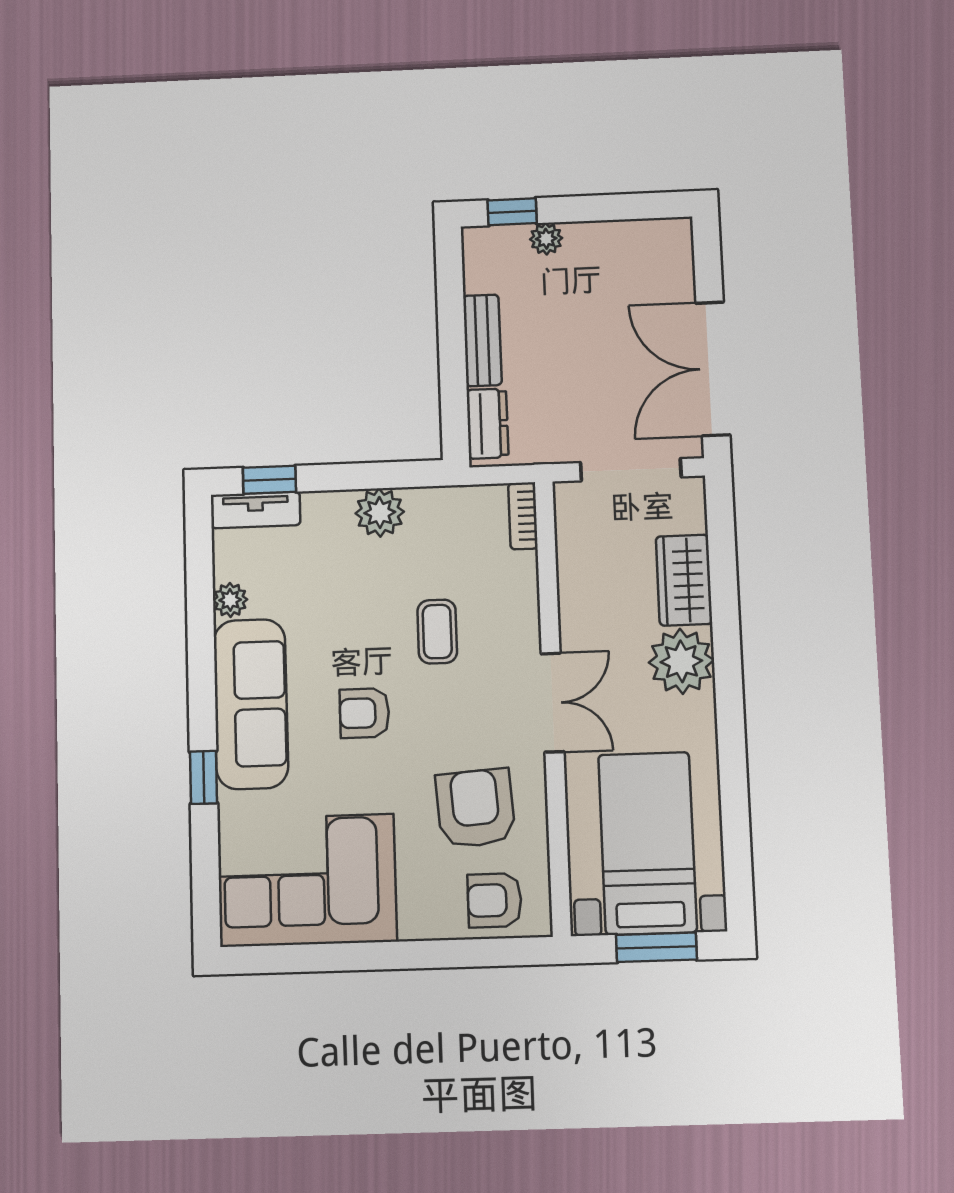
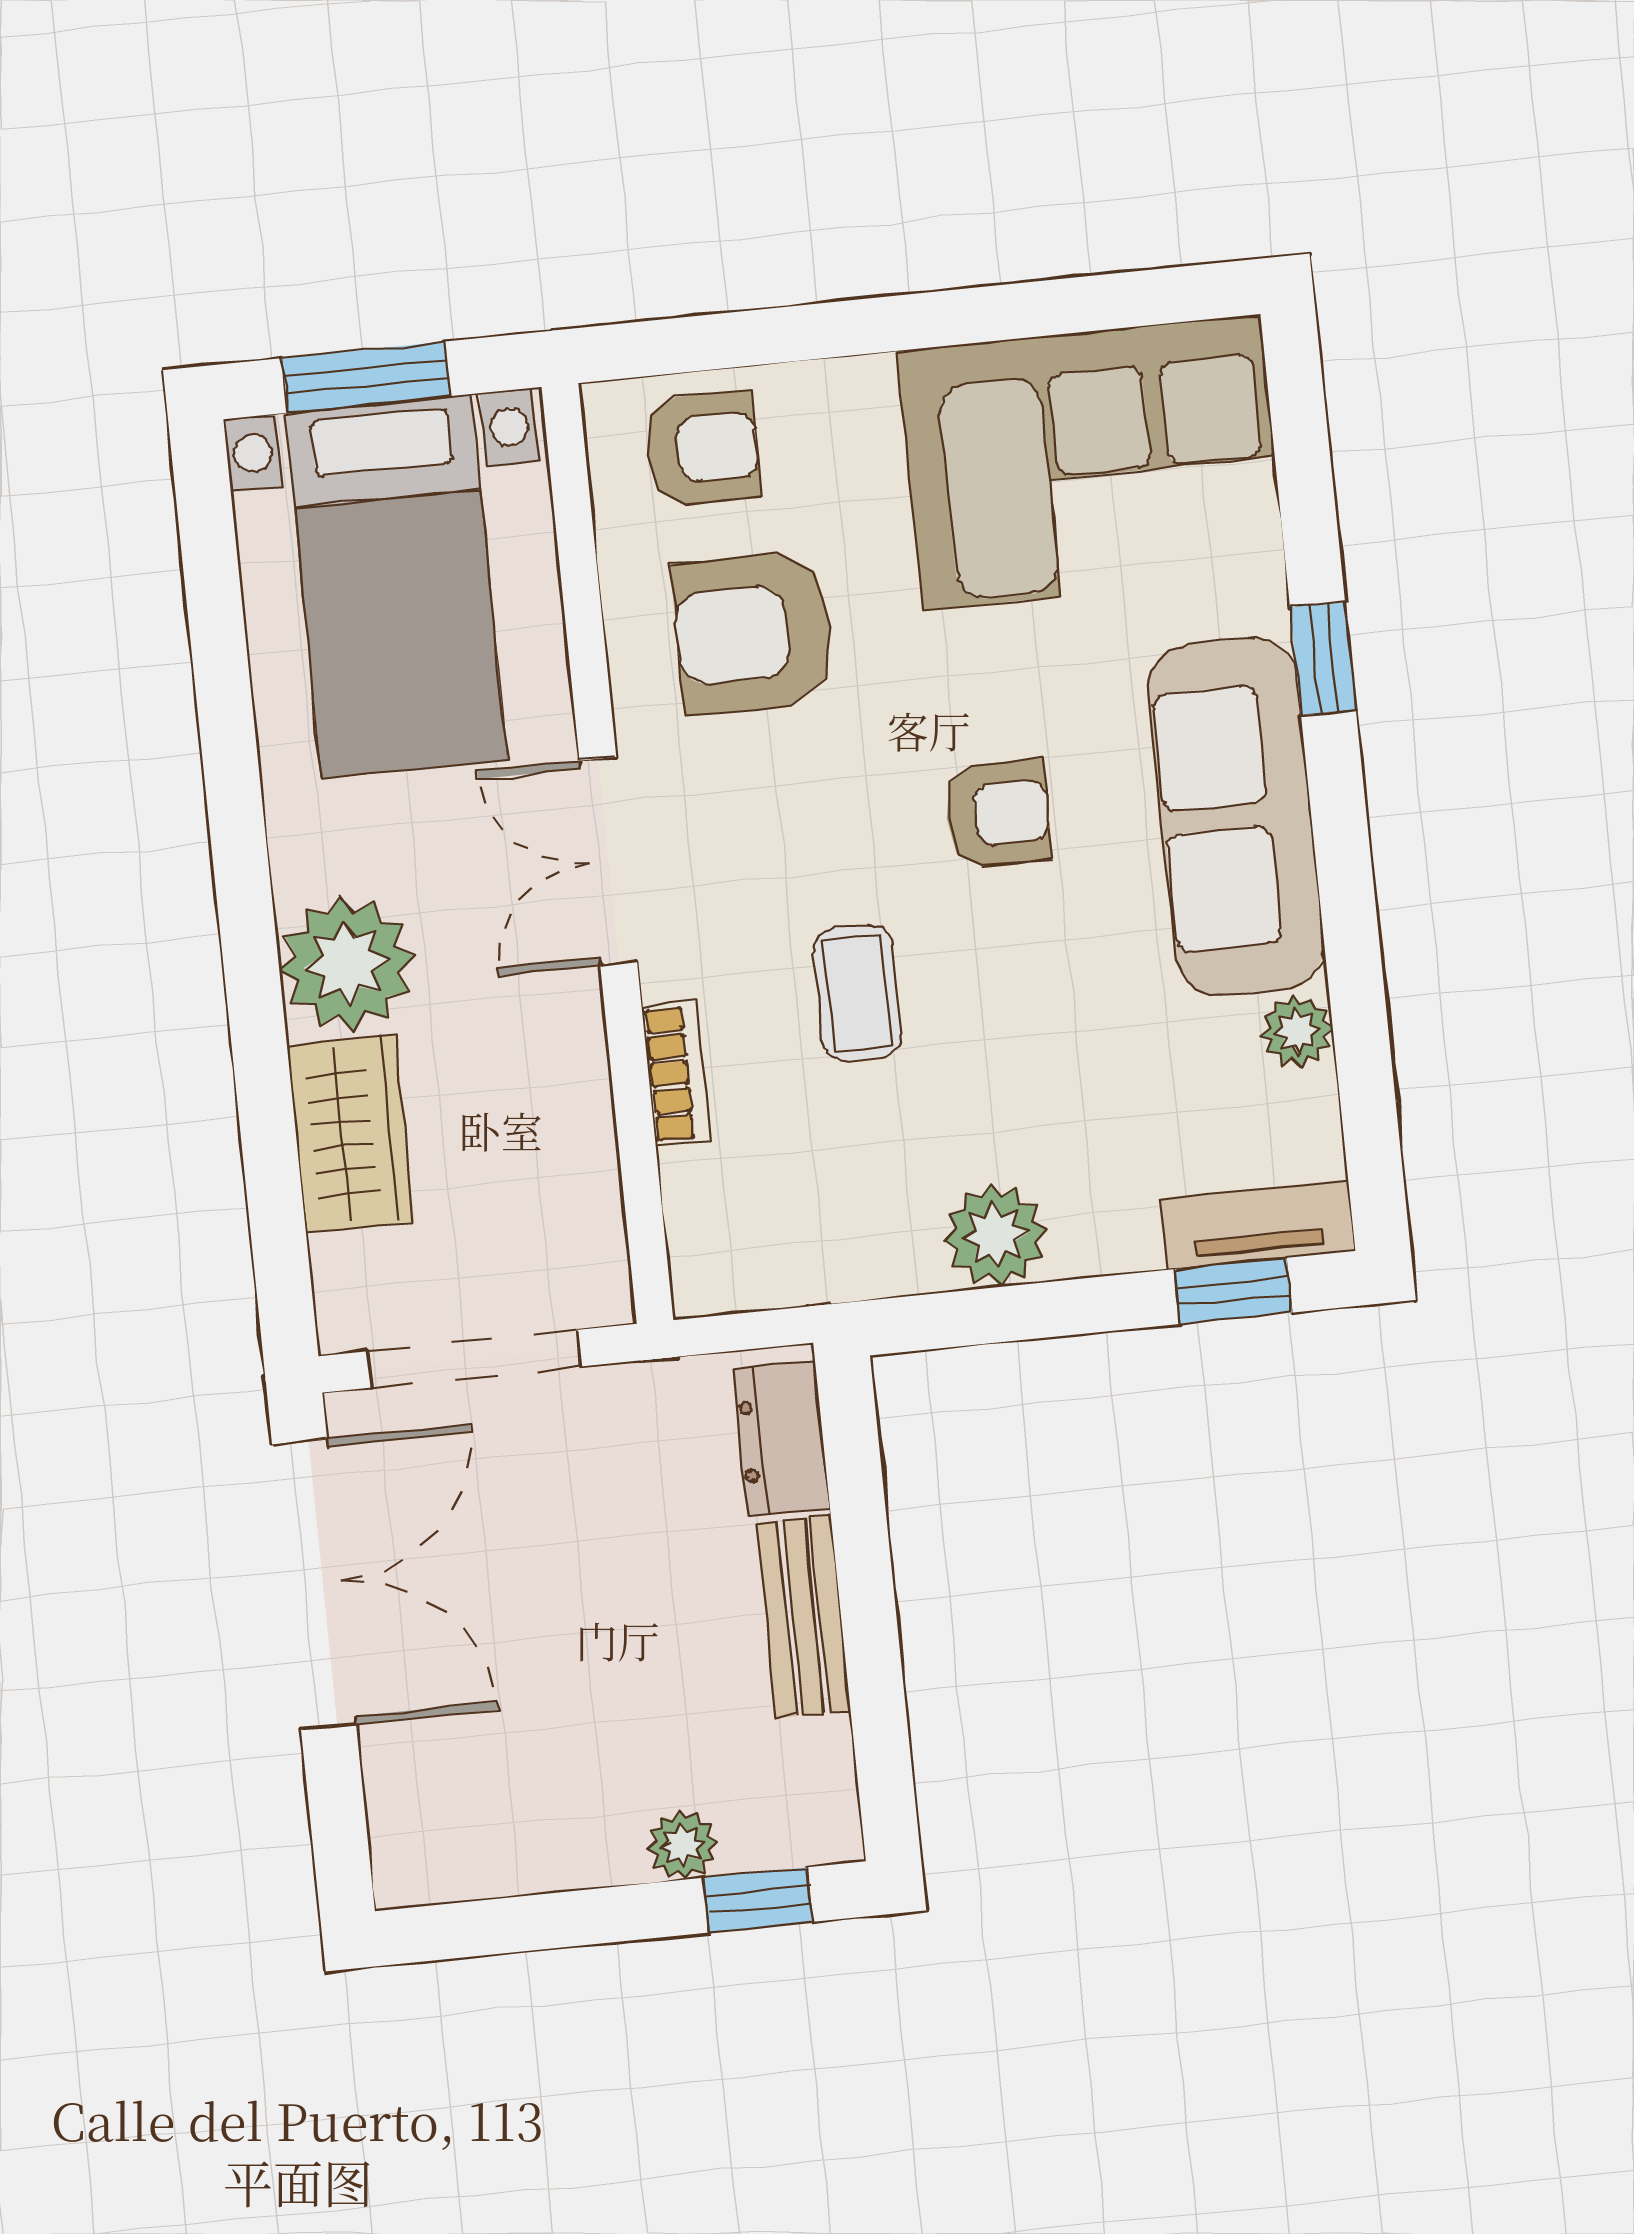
bookcase: (523, 516) -> (676, 1073), moved
armchair: (475, 808) -> (754, 633), turned 94

